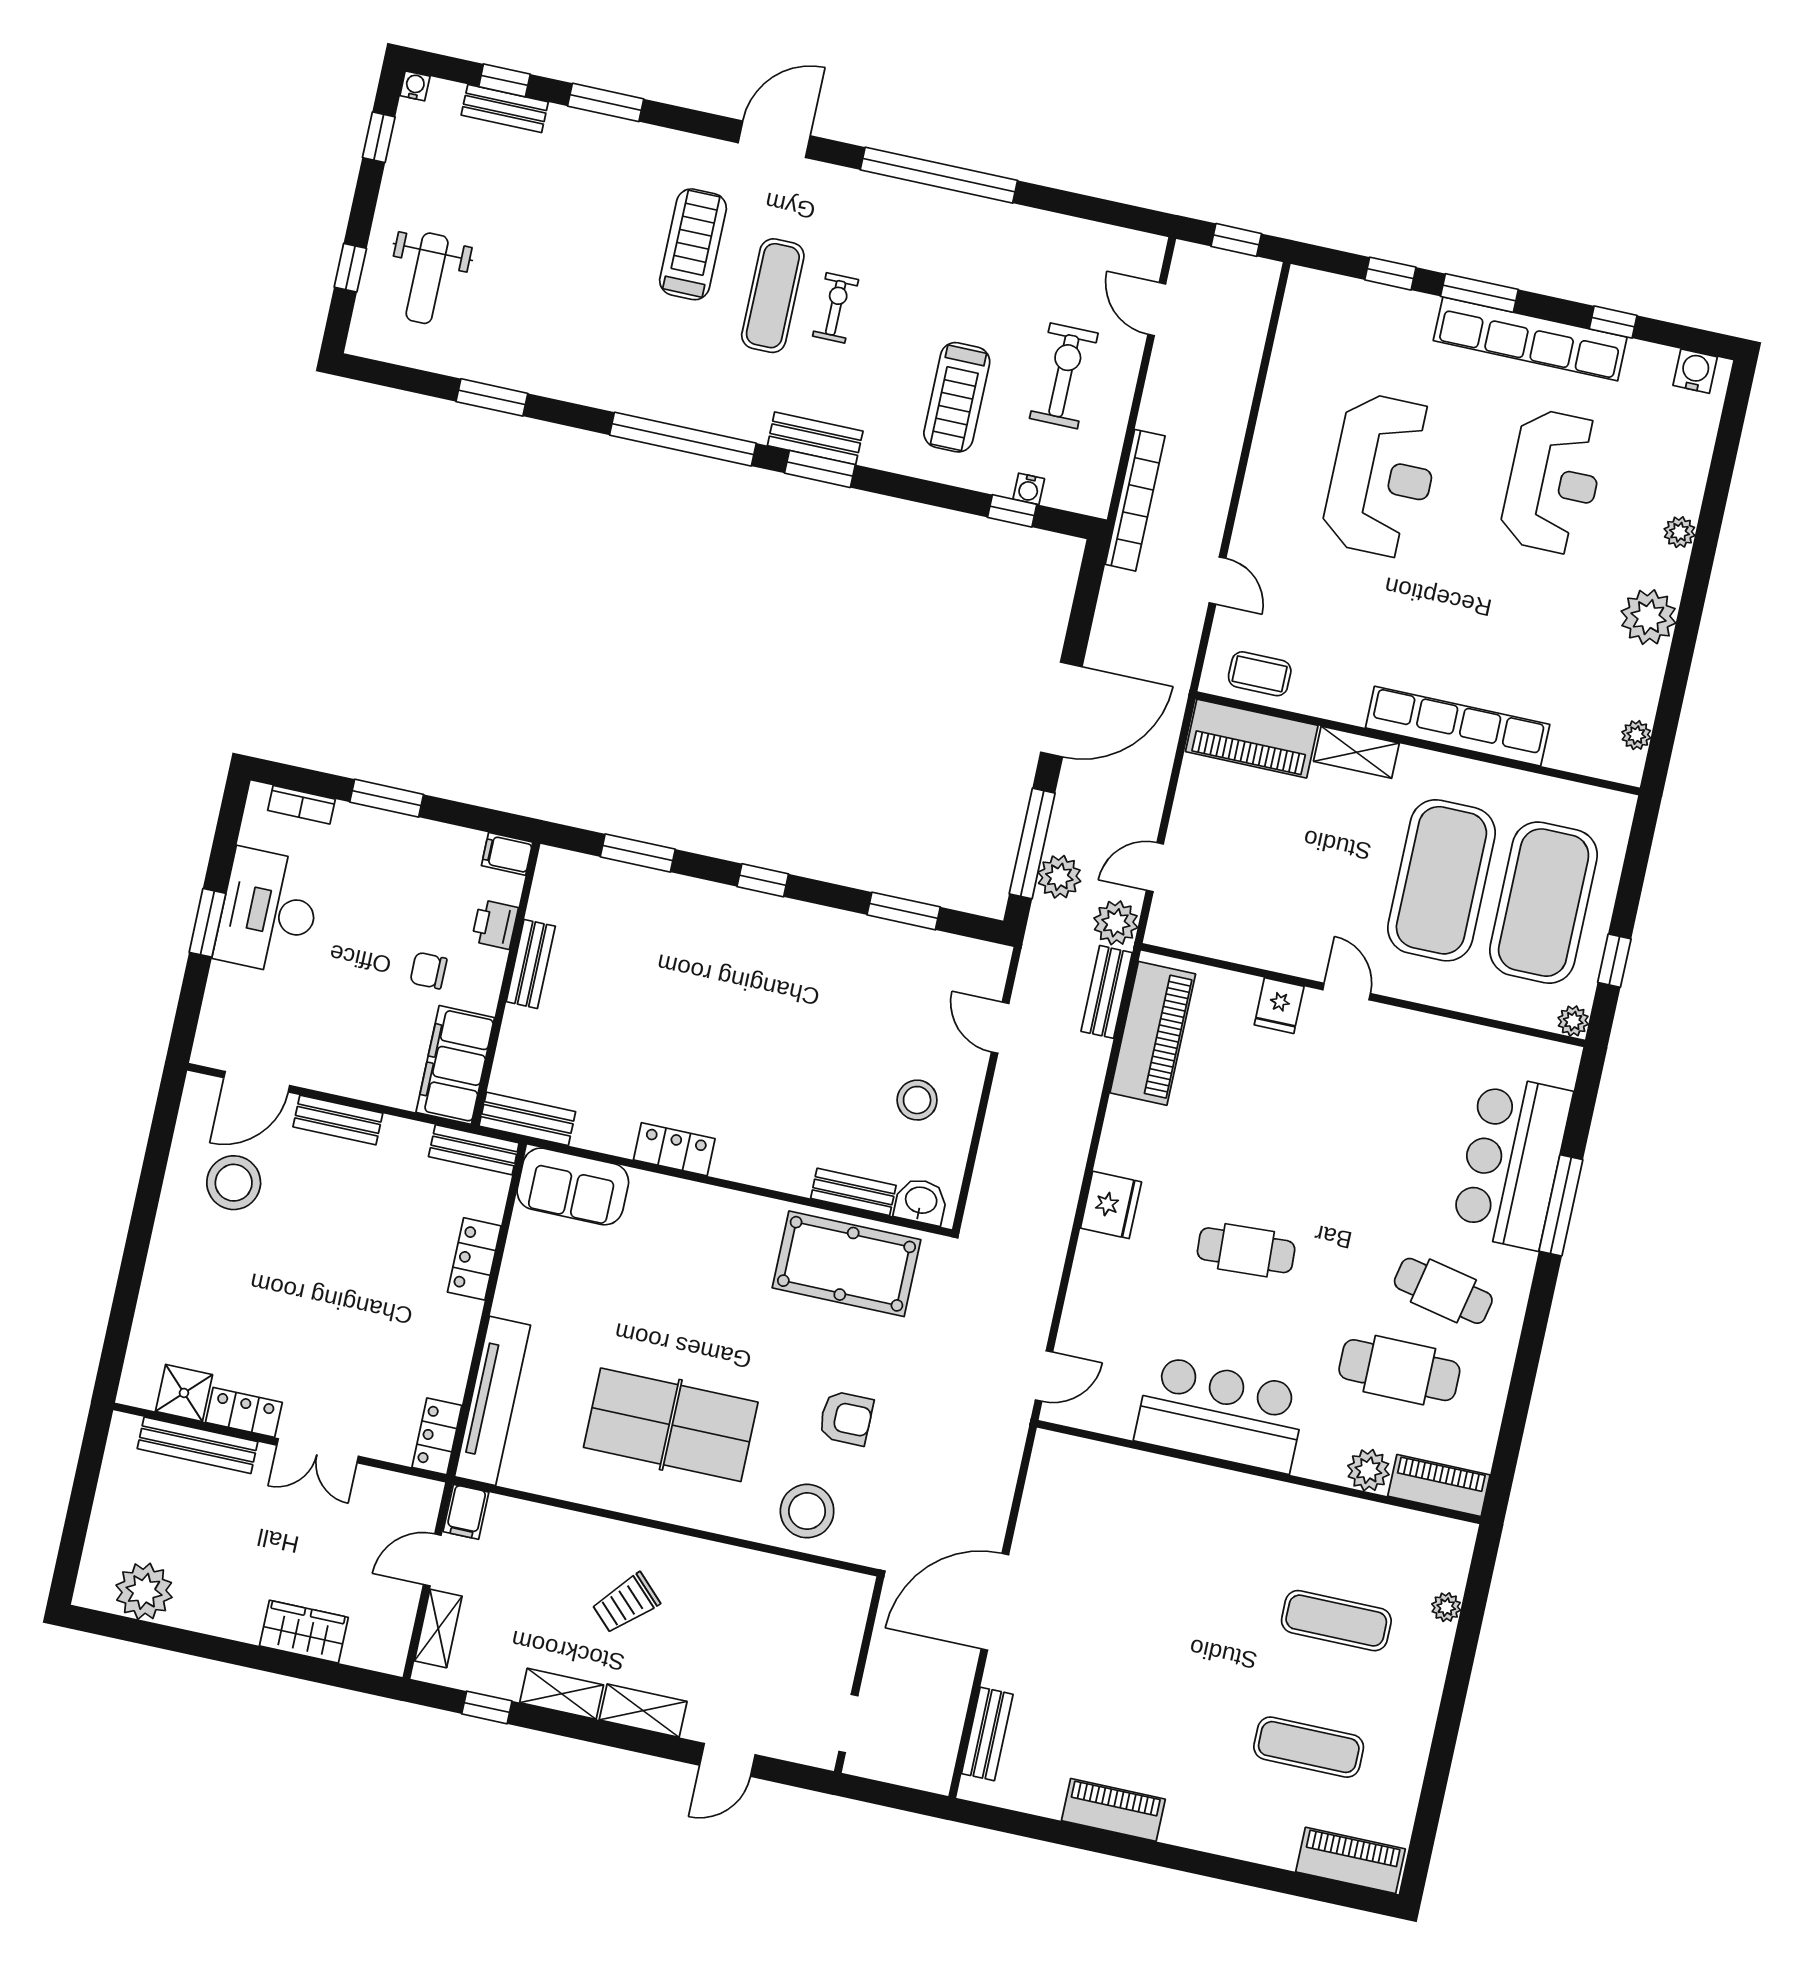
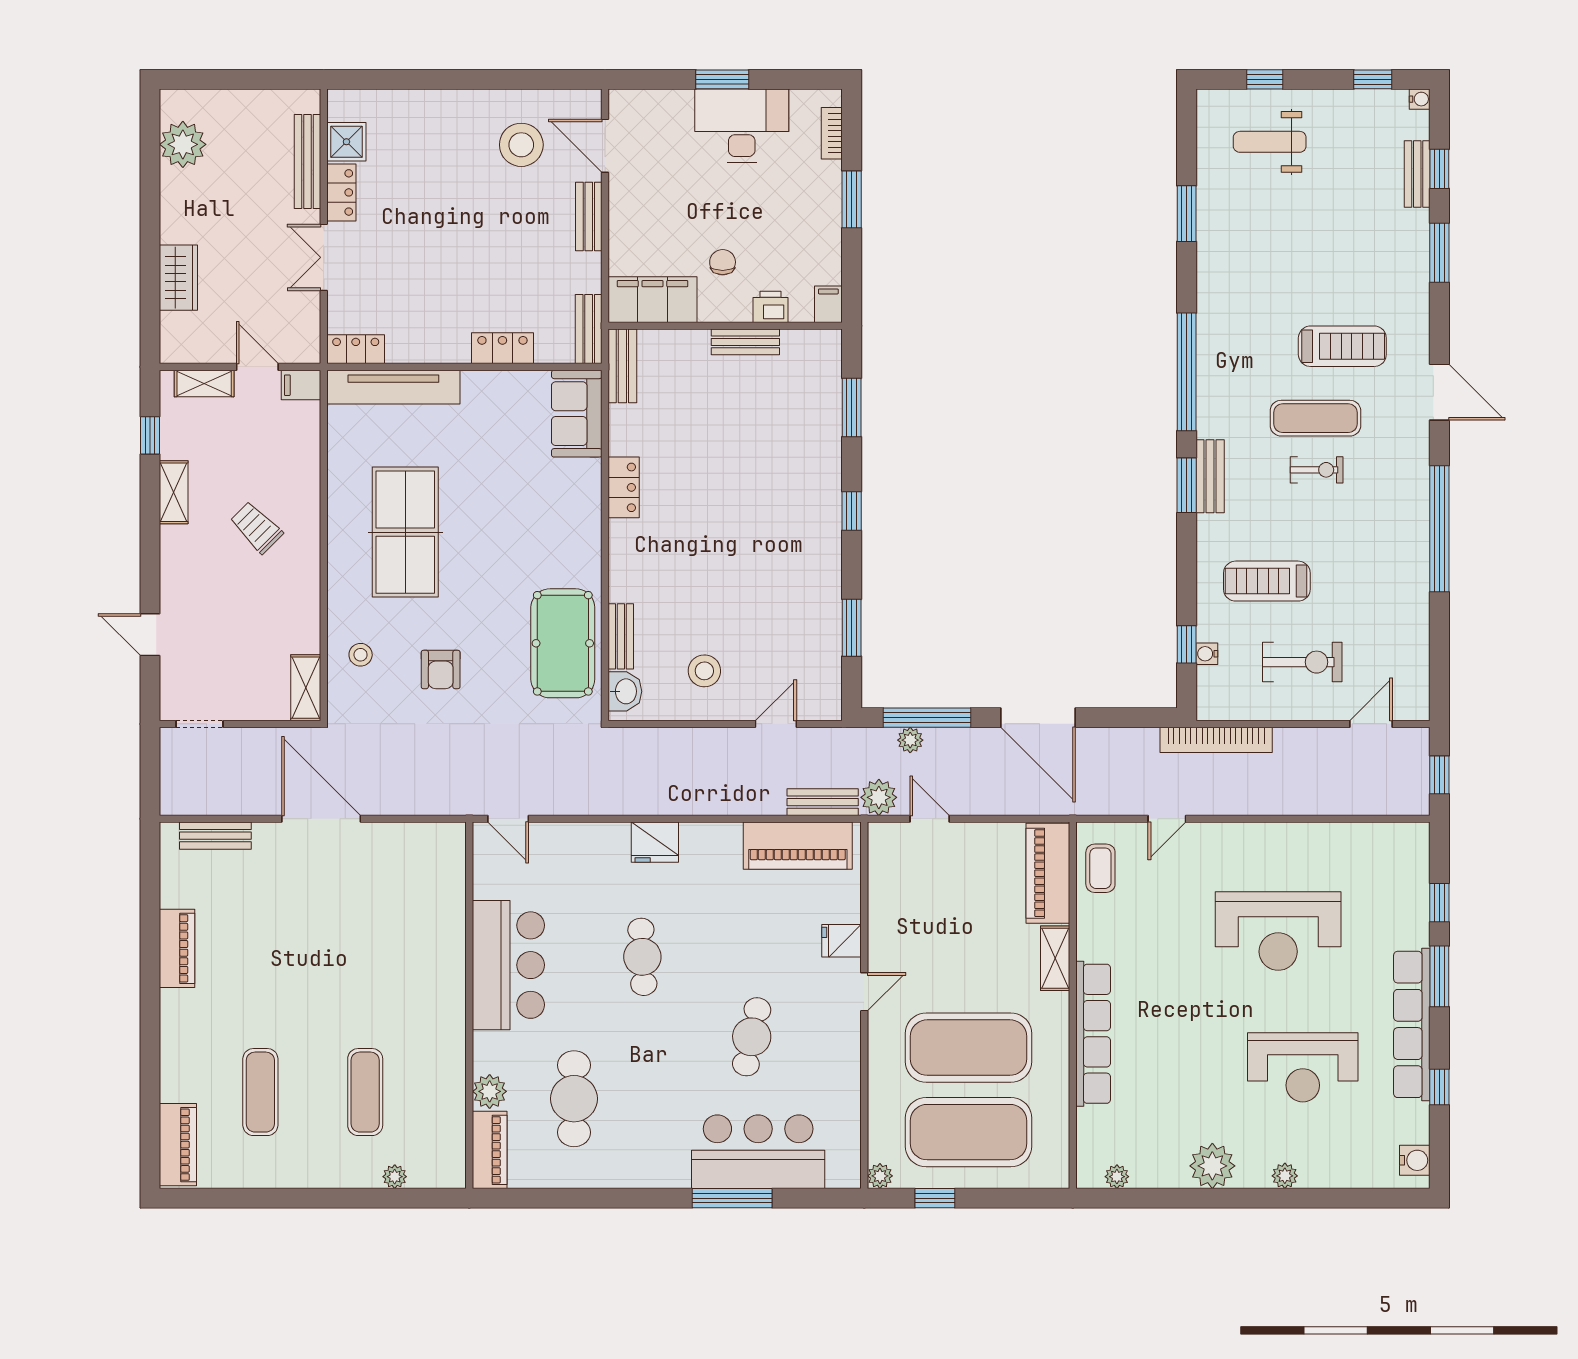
plant: (1059, 877) -> (910, 740), width x0.73, depth x0.73
cafe table: (1443, 1291) -> (752, 1037), moved
stool: (807, 1511) -> (361, 655), width x0.53, depth x0.53
shelving: (643, 1711) -> (306, 688), moved

